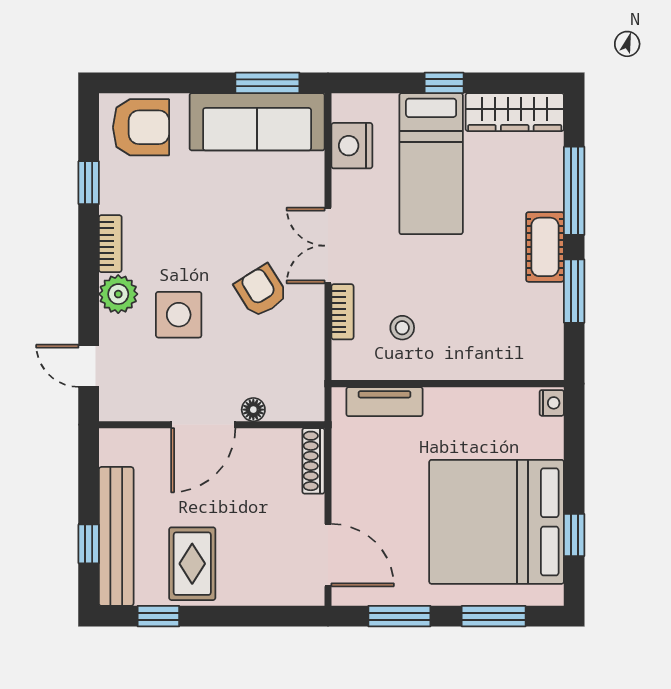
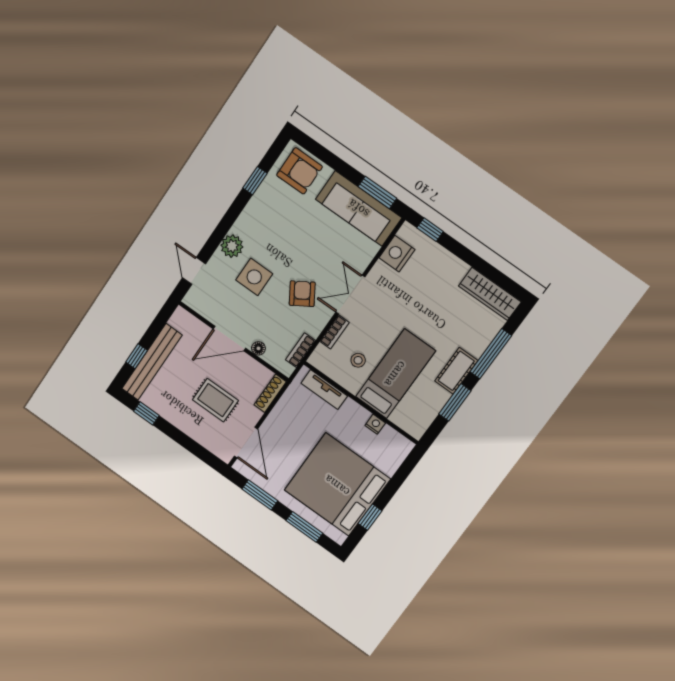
window: (444, 83) -> (430, 230), moved
bed: (431, 164) -> (395, 374), moved, turned 180
bookcase: (110, 244) -> (300, 350), moved, turned 180
nightstand: (552, 403) -> (375, 424), moved, turned -90
rug: (192, 564) -> (215, 400), moved, turned 90

